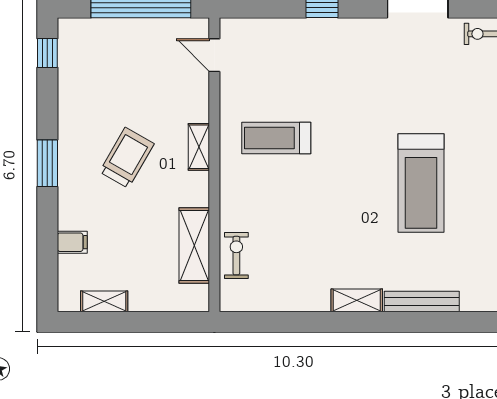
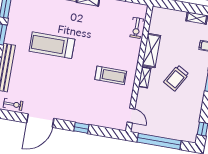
treadmill: (421, 183) -> (52, 45), turned -90
shelving: (194, 245) -> (151, 50), moved

